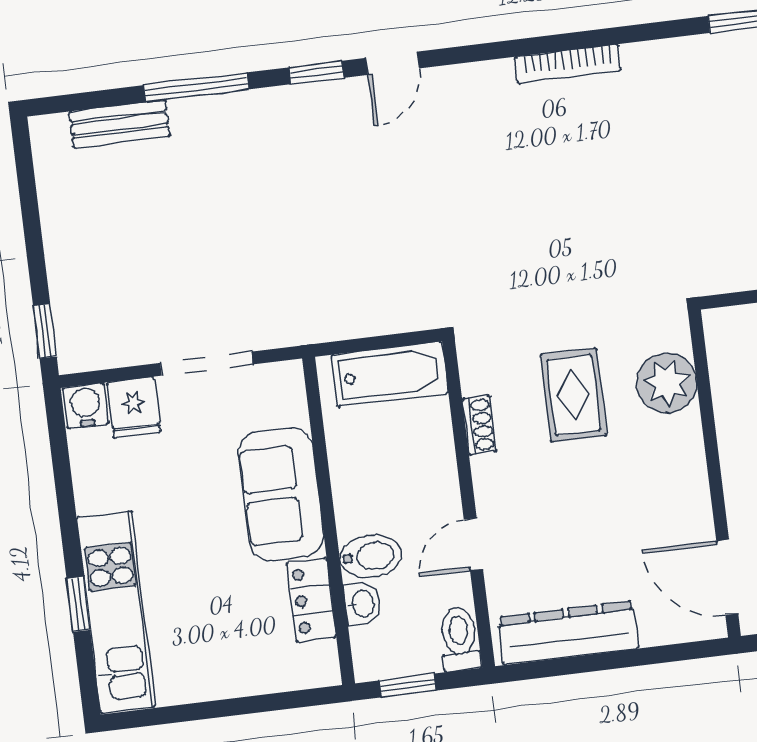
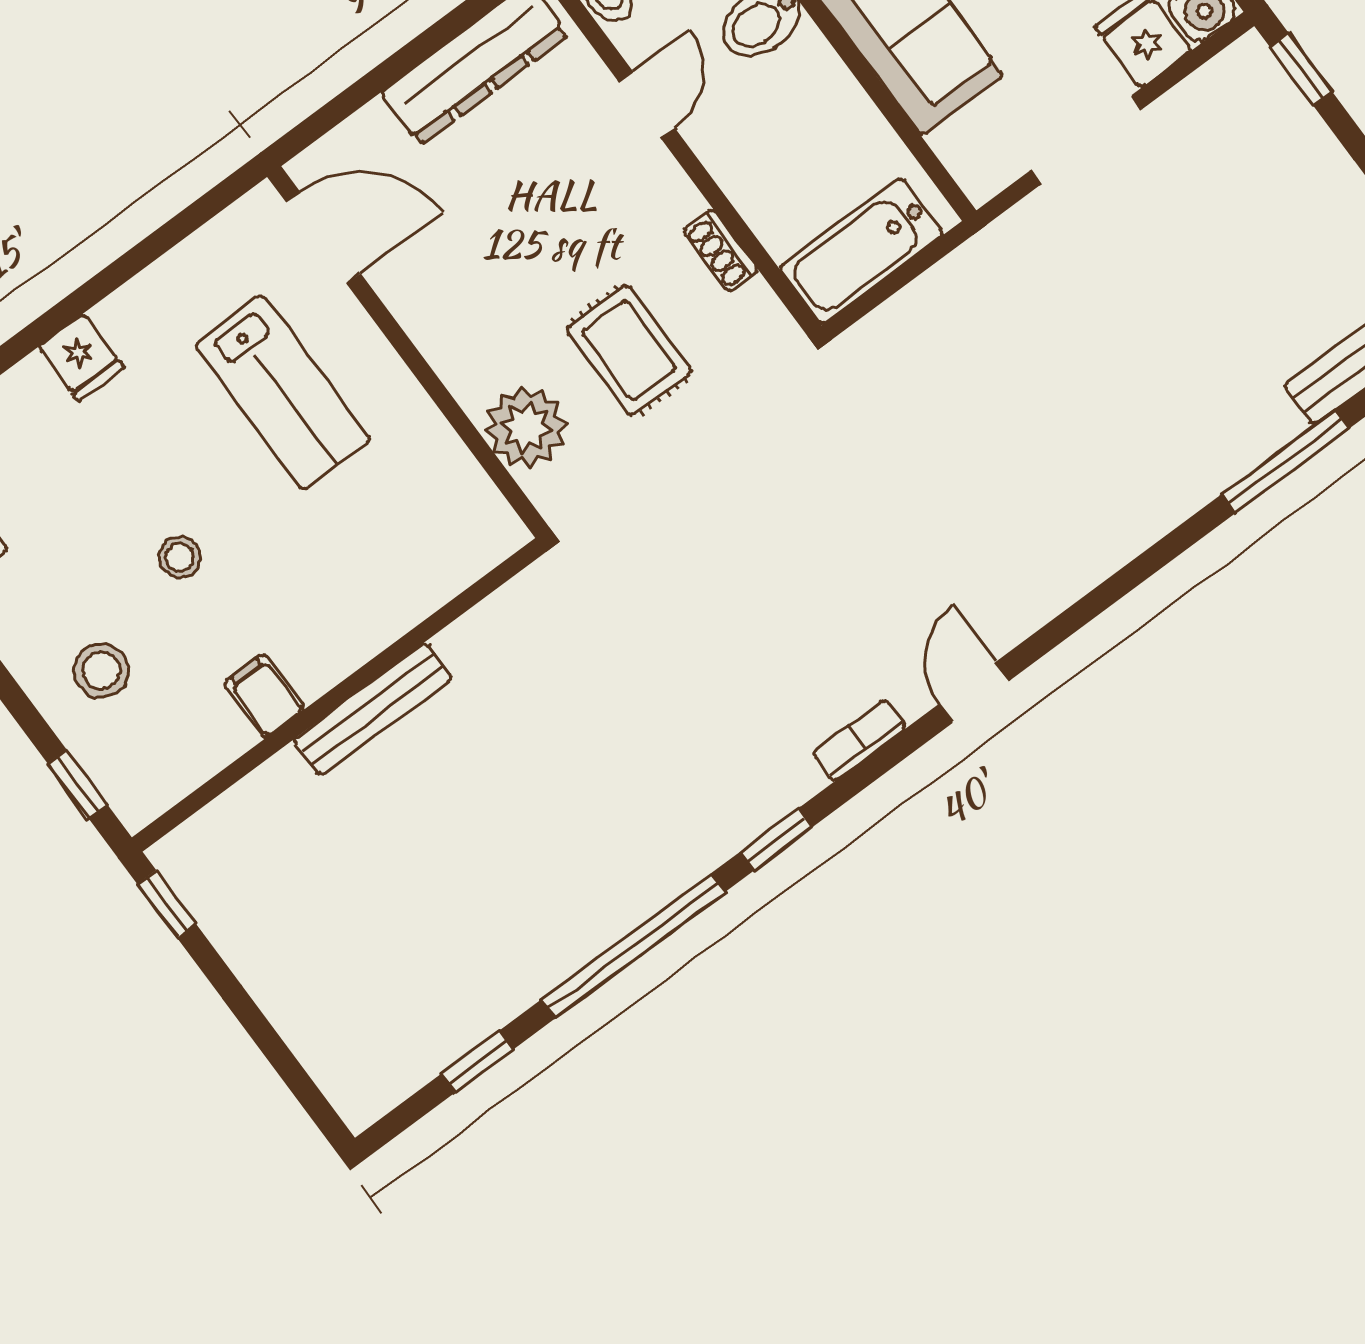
door: (393, 63) -> (974, 692), moved
bookcase: (568, 64) -> (860, 740), width x0.64
window: (316, 73) -> (776, 839), moved

